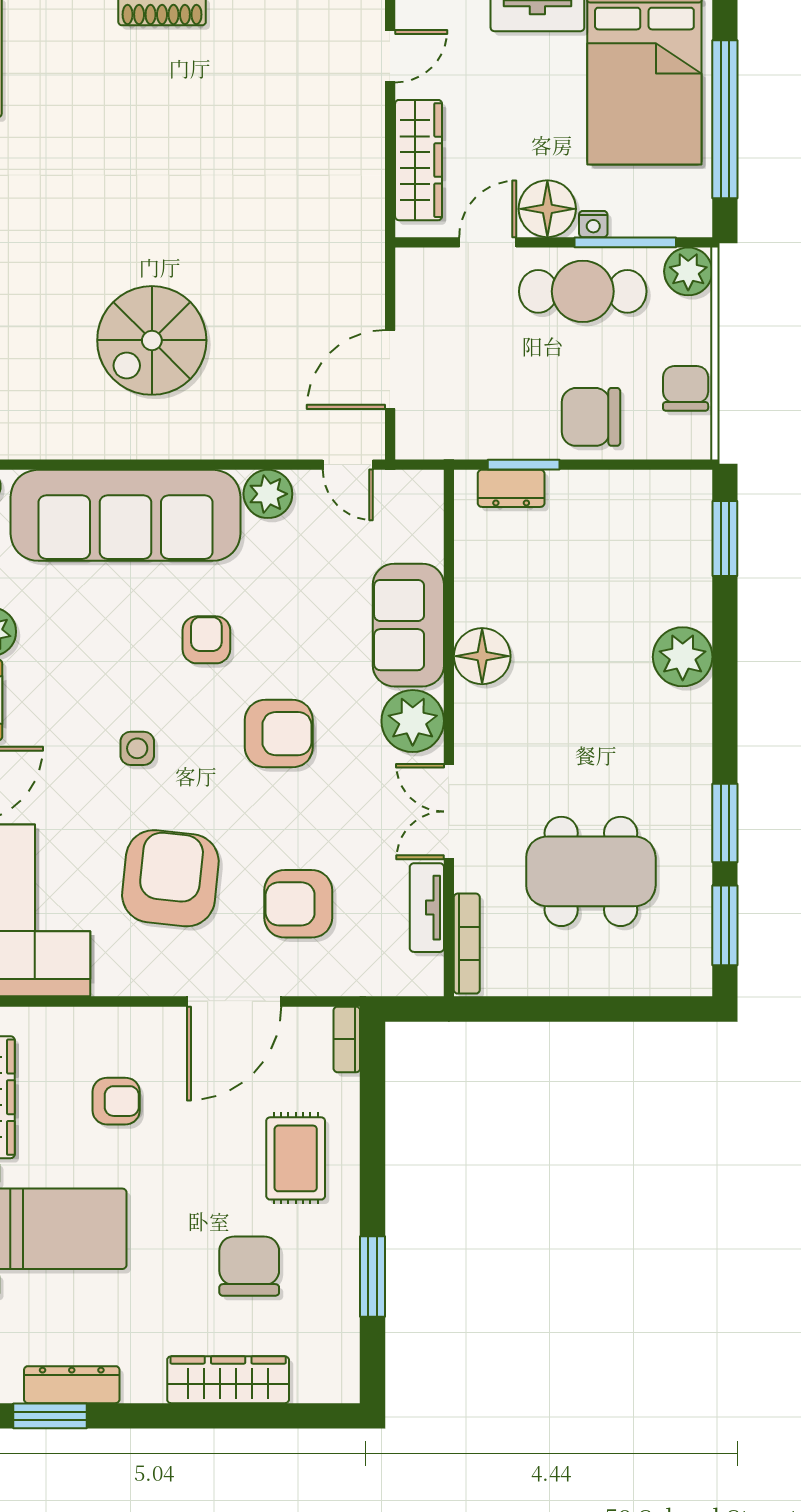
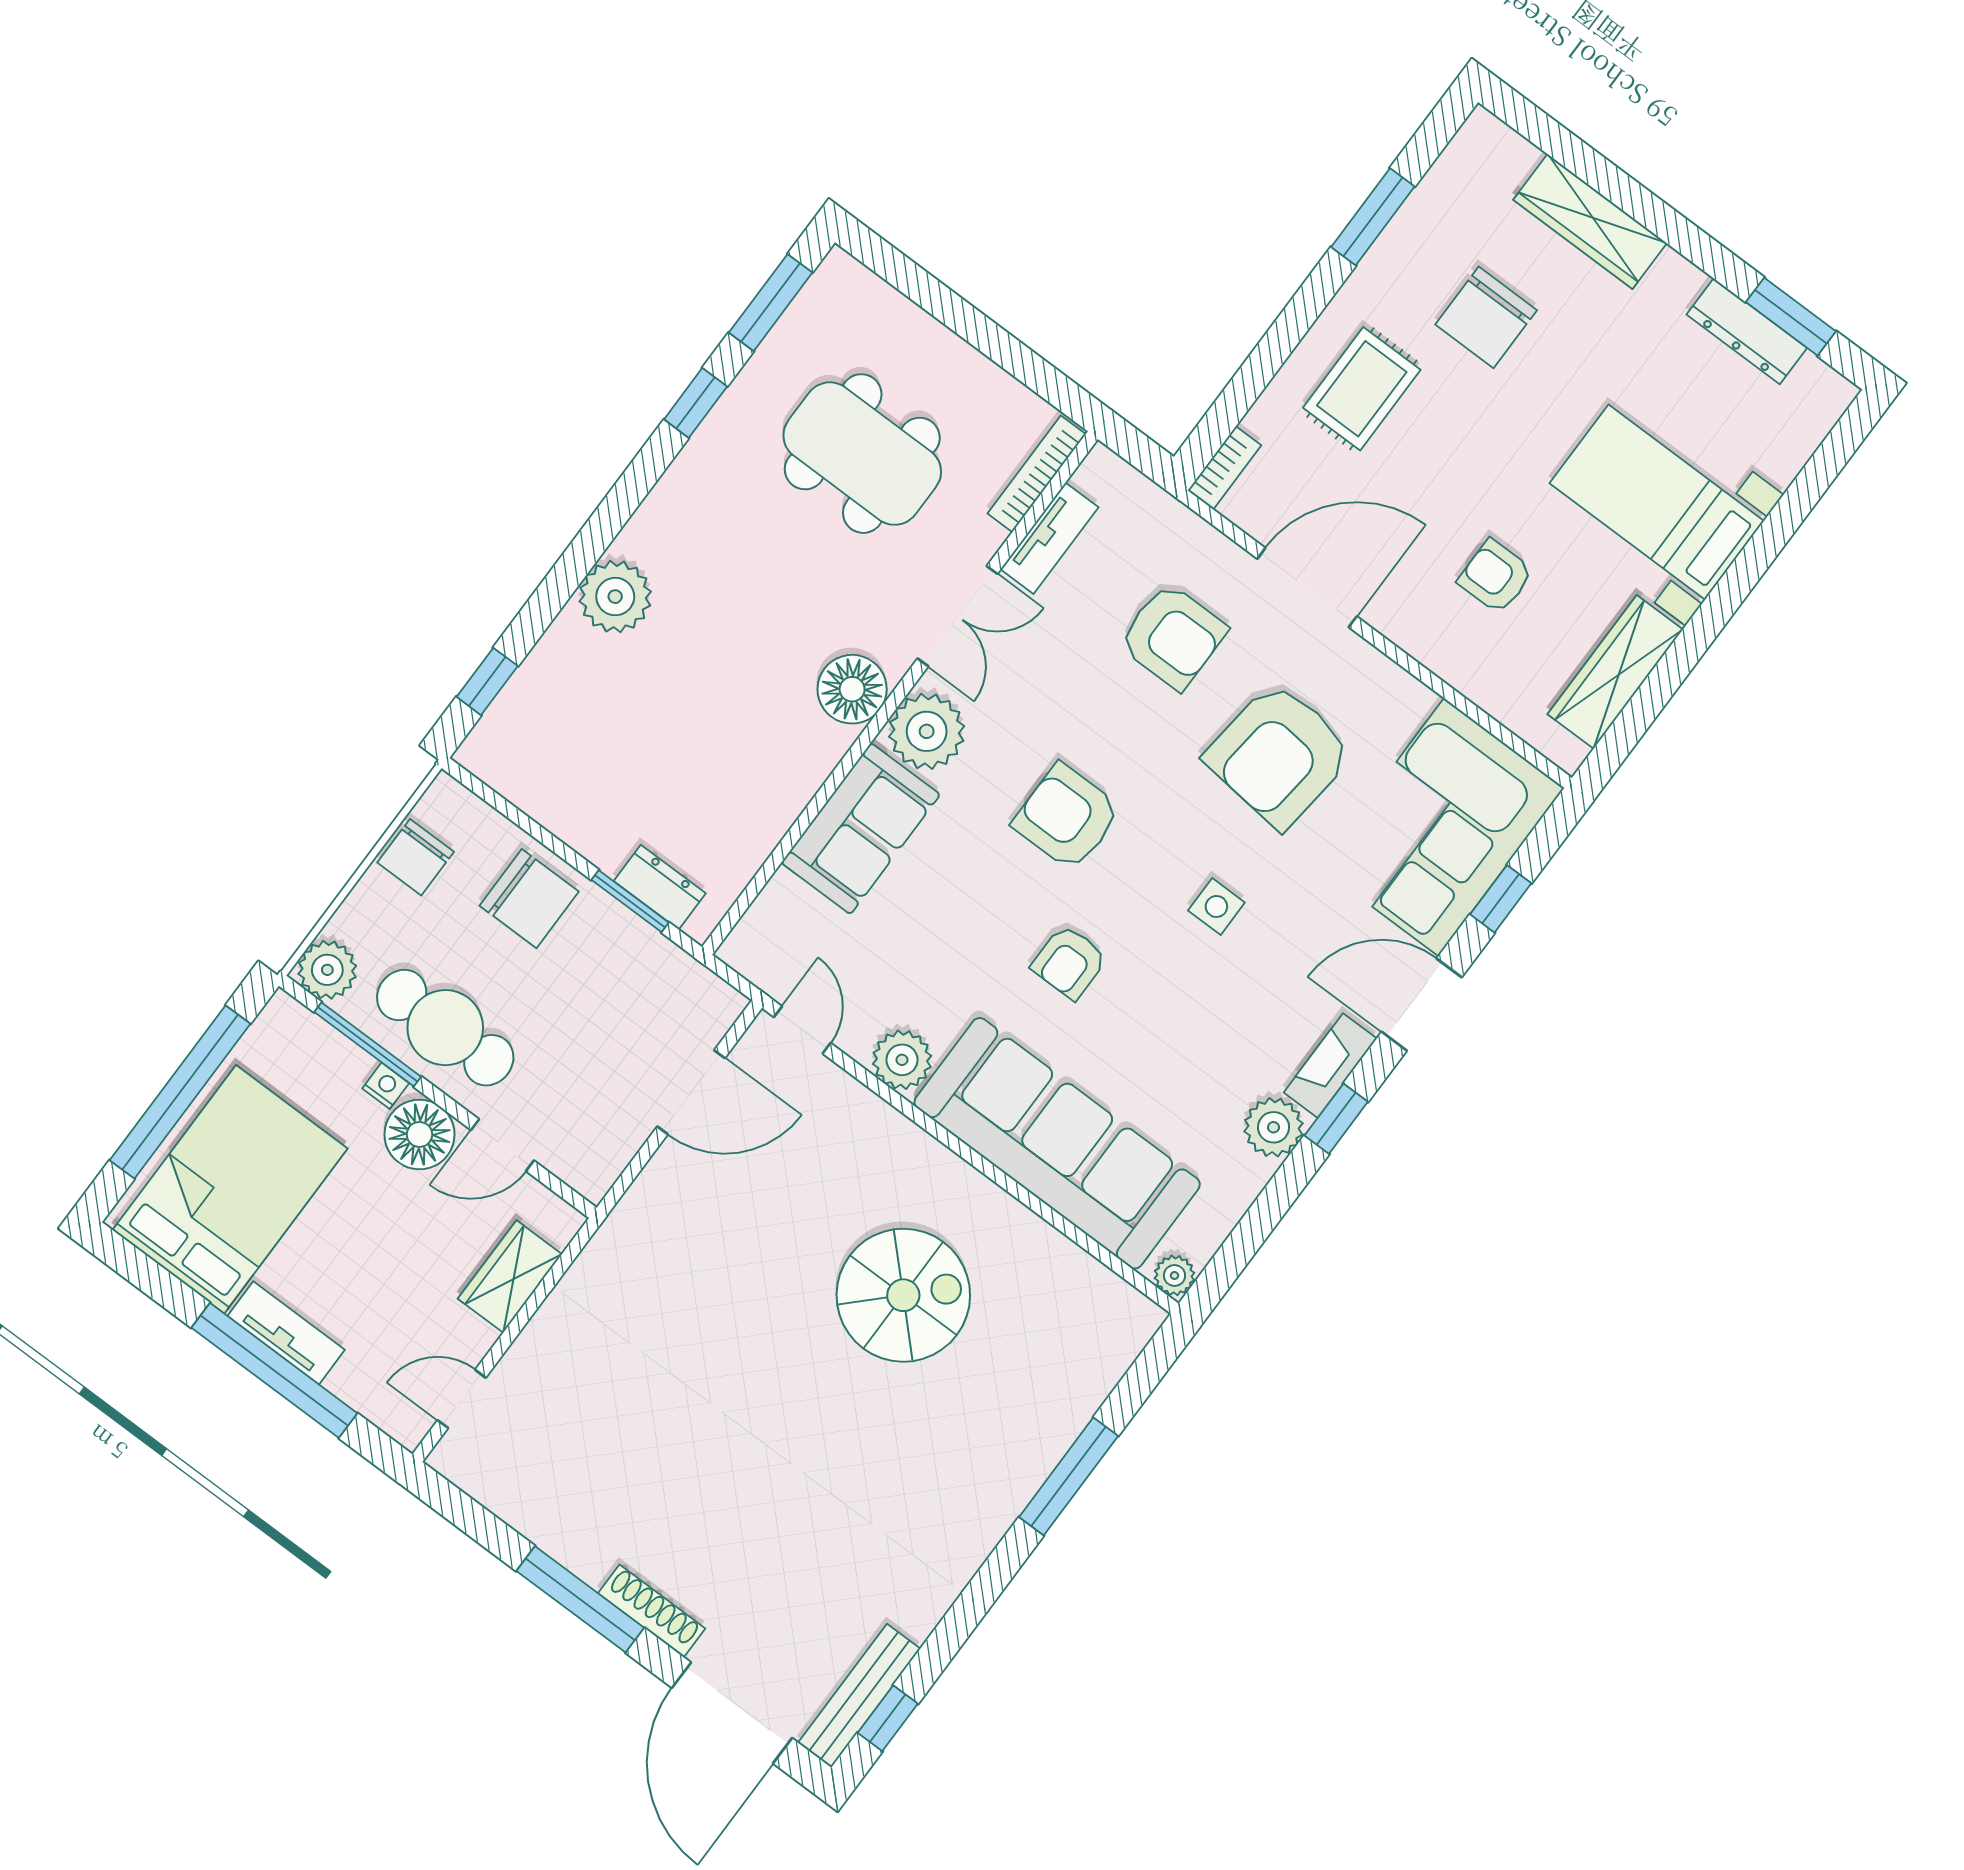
wardrobe: (419, 160) -> (510, 1276), width x0.67
window: (725, 539) -> (487, 681), width x0.67
floor lamp: (482, 656) -> (852, 689), moved
window: (725, 823) -> (696, 403), width x0.67

